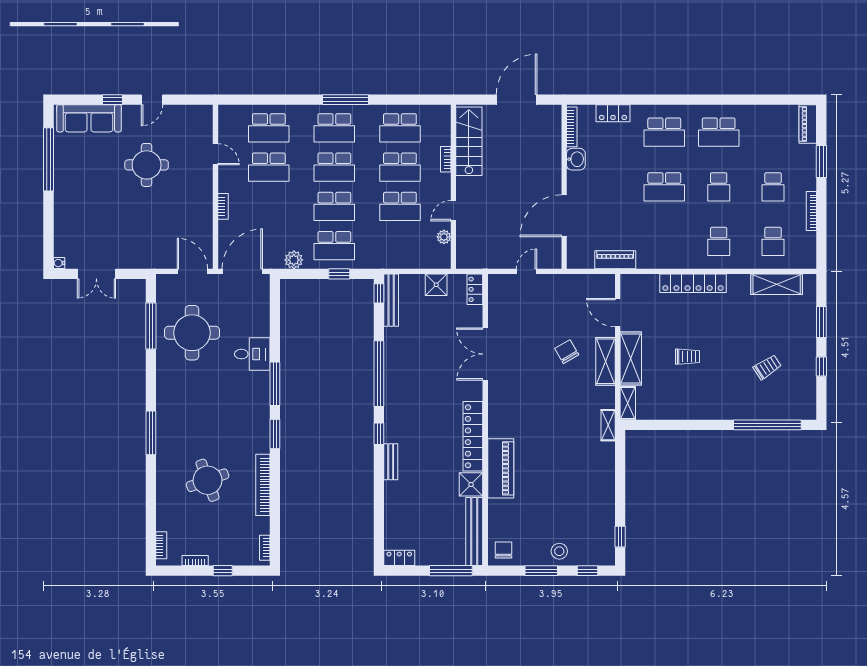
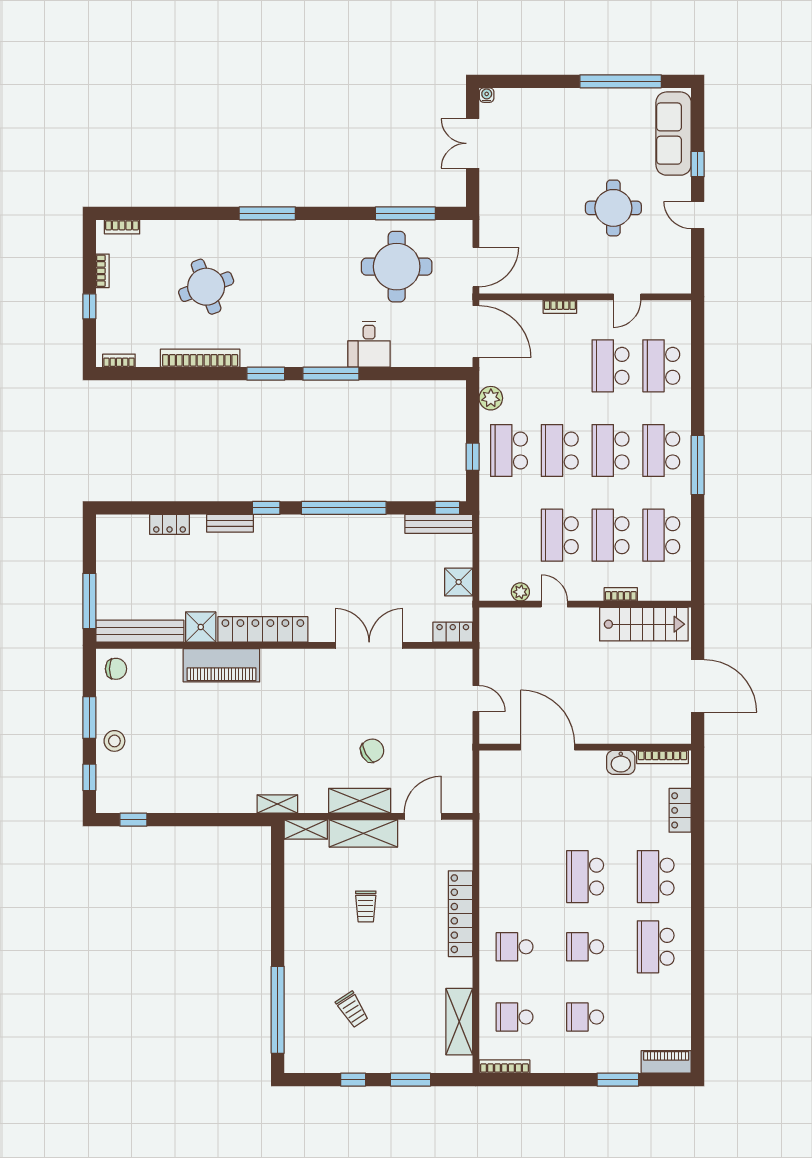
bookcase: (811, 211) -> (504, 1067), moved
piano: (615, 260) -> (491, 813), removed
locker: (399, 558) -> (170, 524), moved, turned 90

